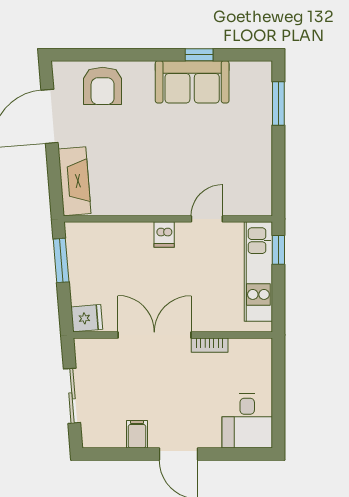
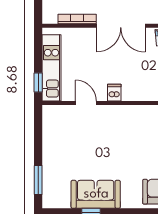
door: (207, 219) -> (86, 103), swing flipped
bookcase: (210, 345) -> (77, 19), width x1.56

